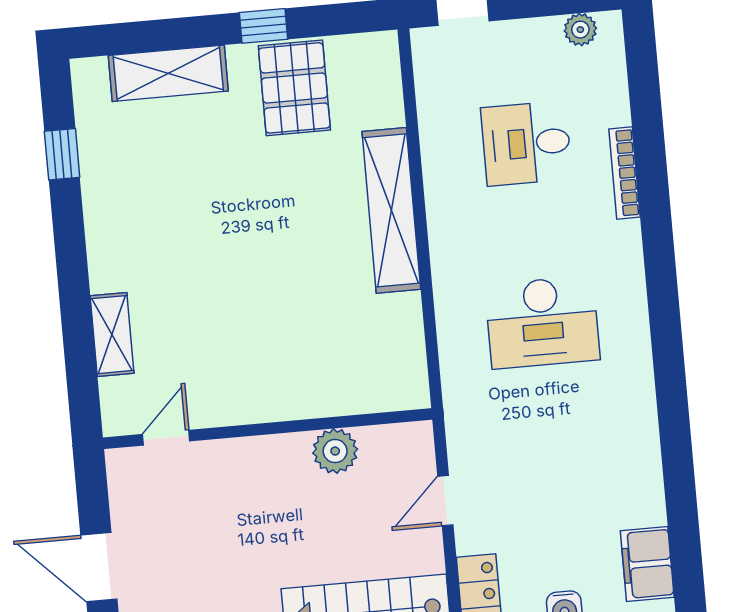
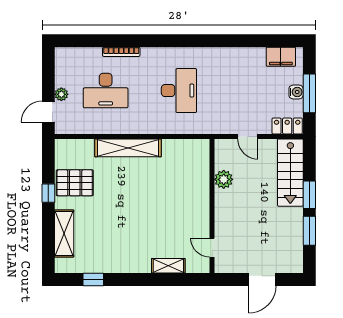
plant: (580, 30) -> (61, 94), moved
desk: (526, 143) -> (106, 91), width x1.37

